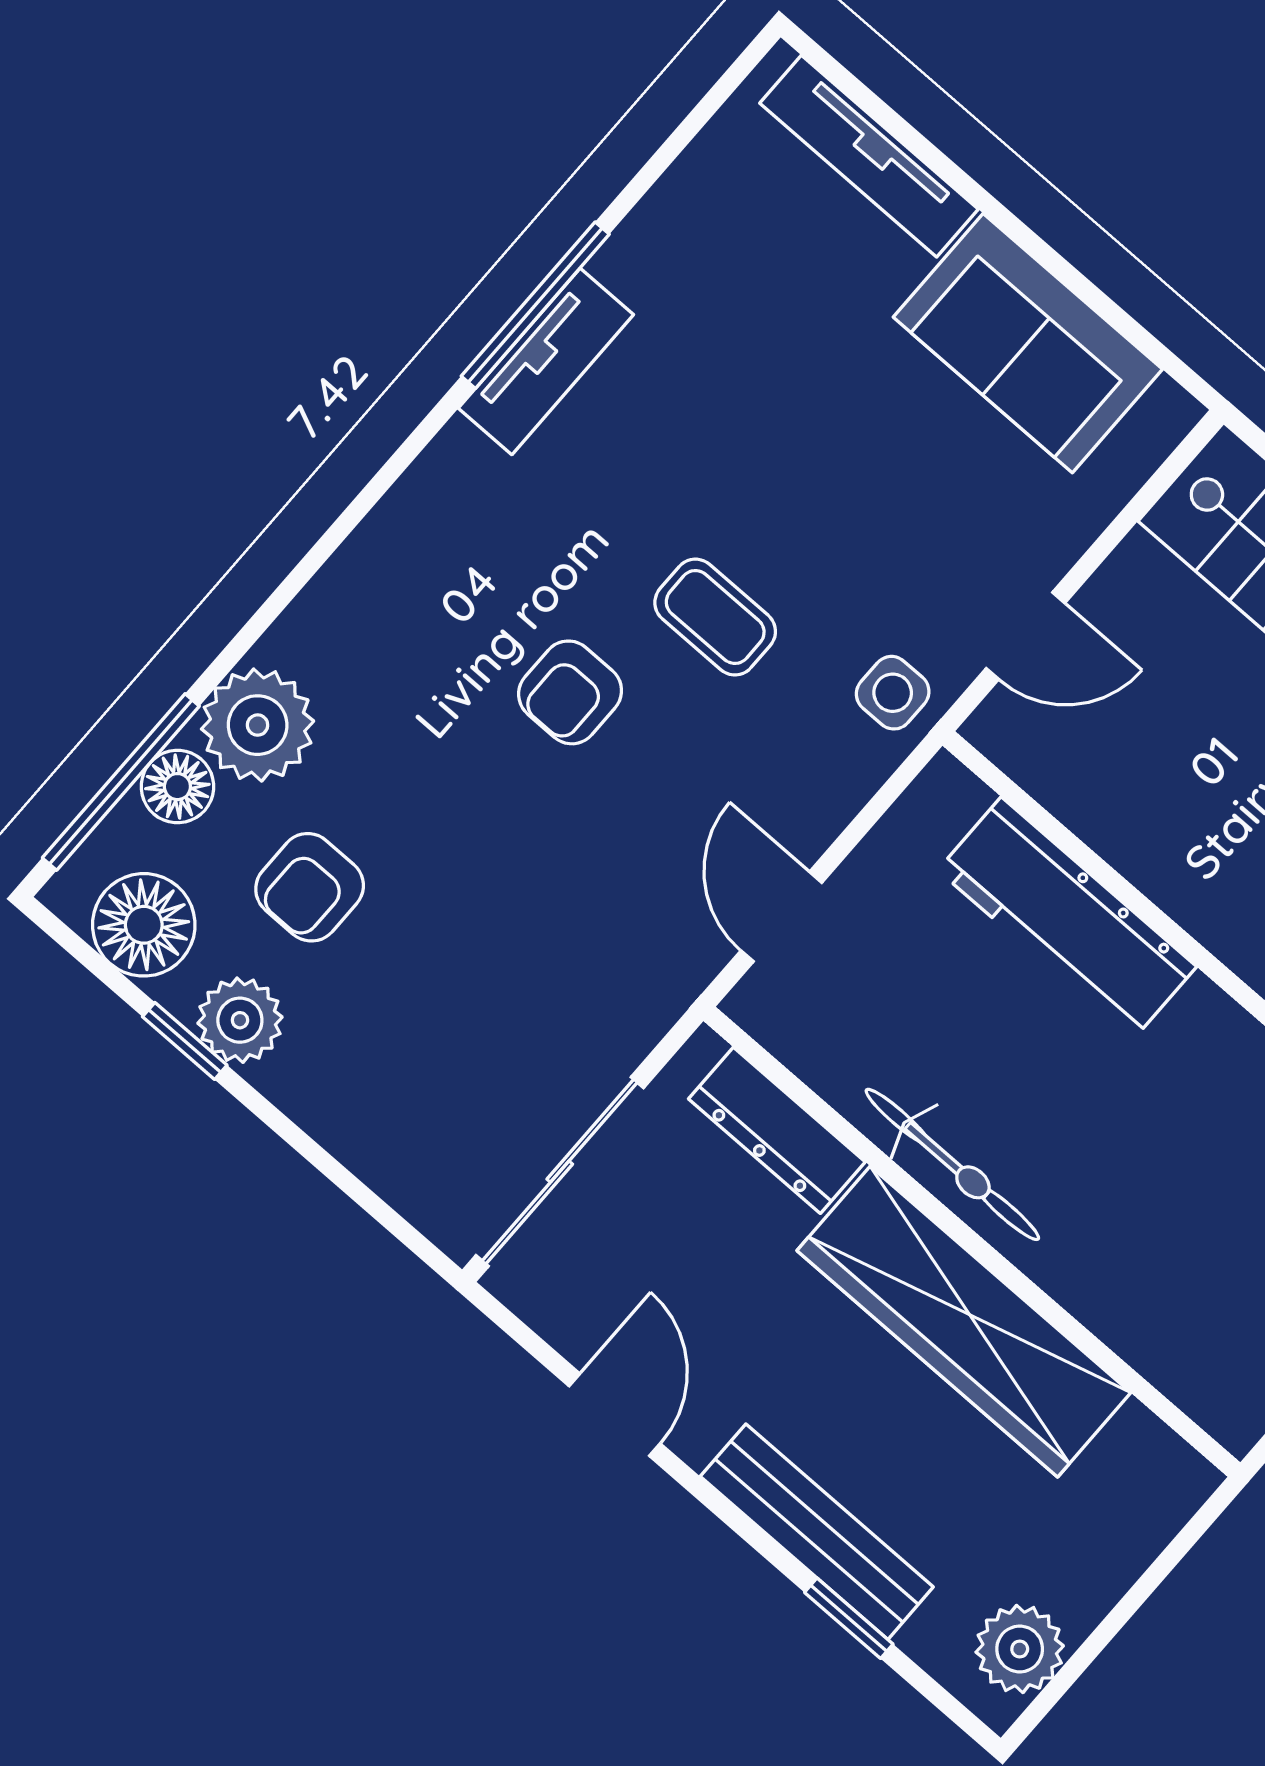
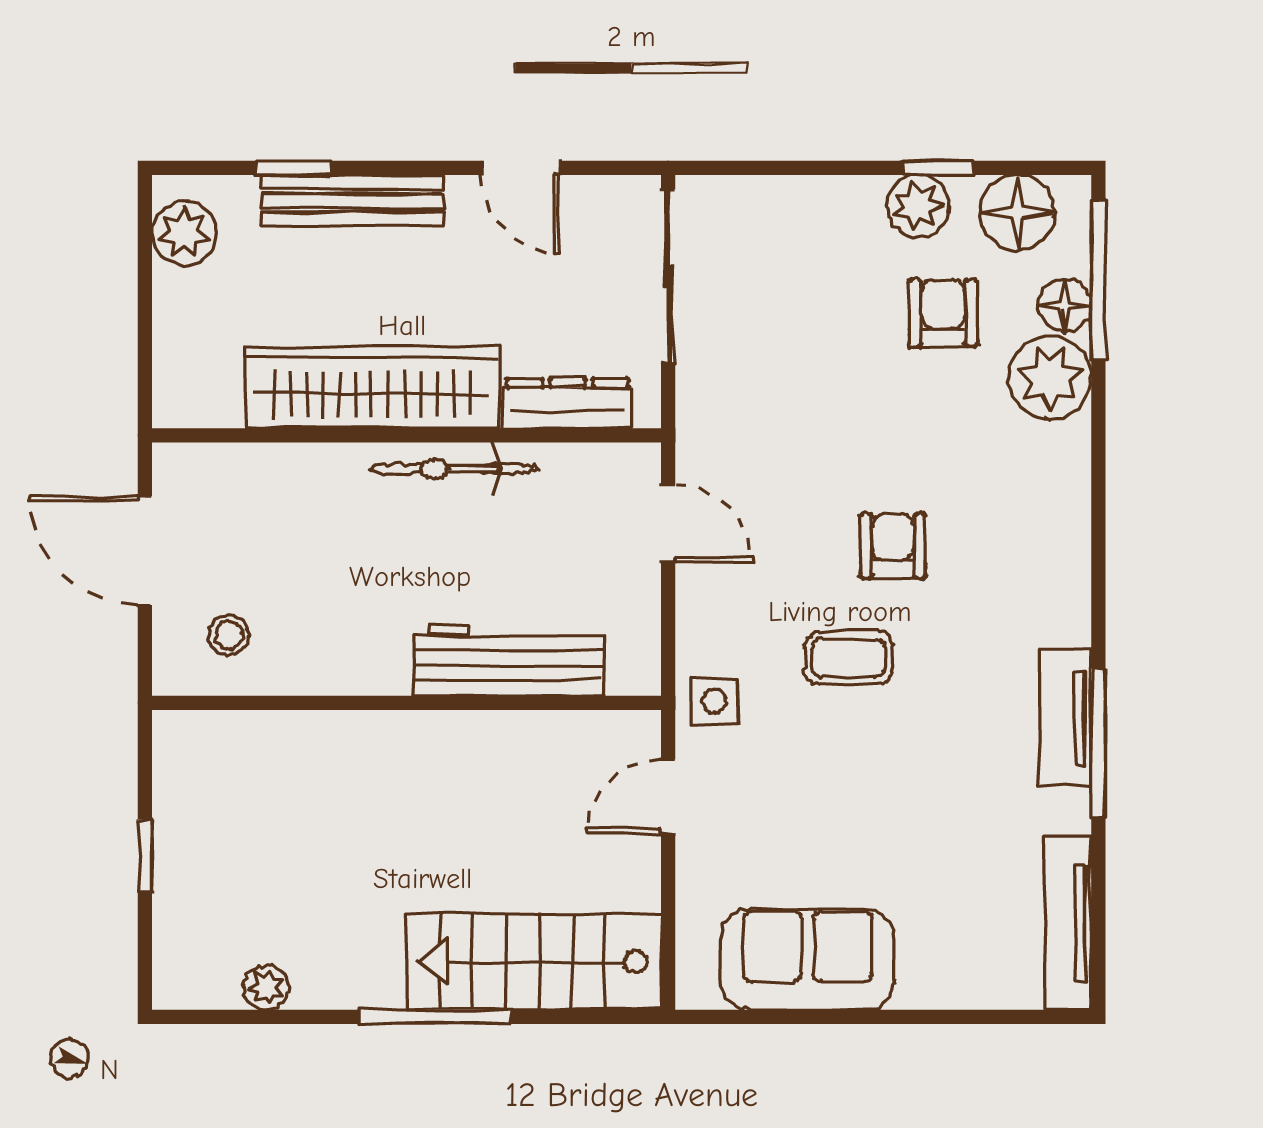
tv unit: (869, 156) -> (1068, 923), moved, turned -90

